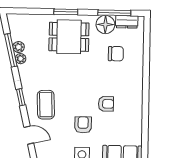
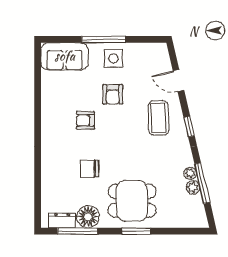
chair: (116, 54) -> (90, 169), moved

